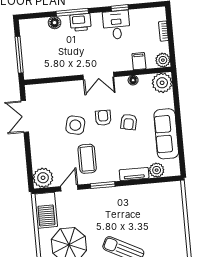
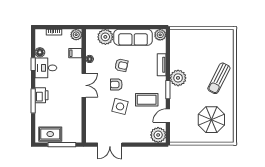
floor lamp: (55, 23) -> (40, 52), moved
rug: (31, 38) -> (50, 134), added
plant: (162, 83) -> (105, 37), moved
plant: (157, 170) -> (160, 35), moved
door: (69, 188) -> (168, 115), hinge flipped
plant: (119, 197) -> (178, 78), added
barbecue: (46, 210) -> (183, 135), removed

